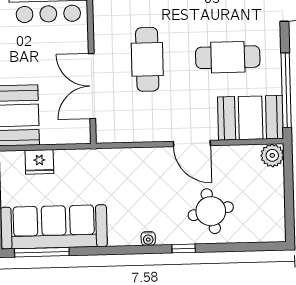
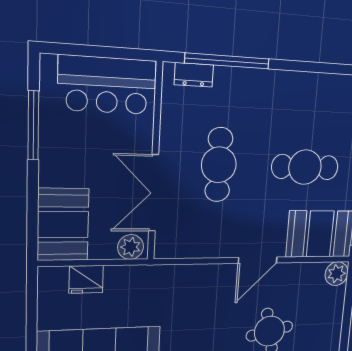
plant: (75, 133) -> (131, 247), added
door: (192, 143) -> (258, 260), hinge flipped

